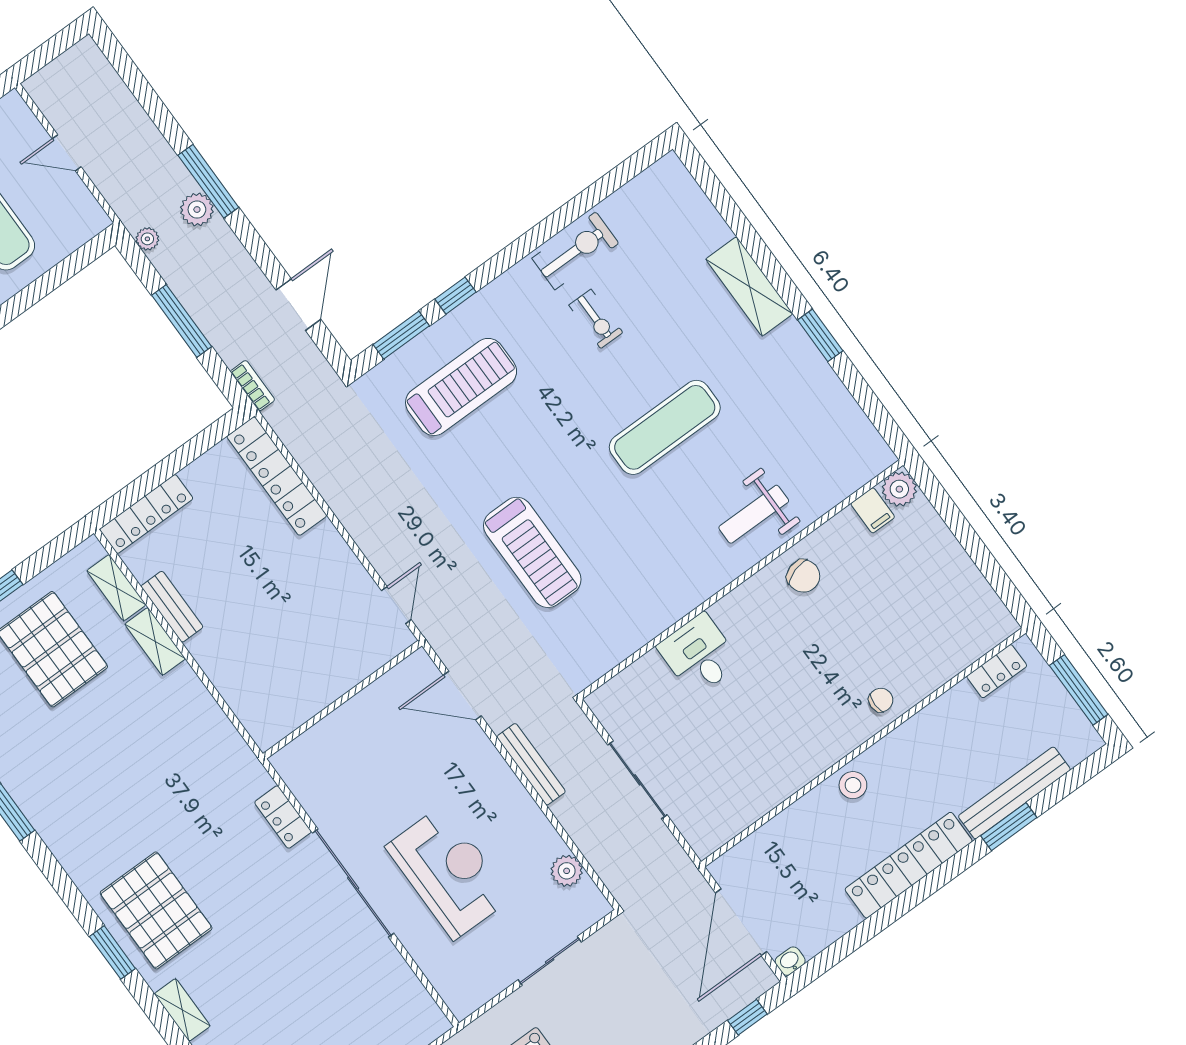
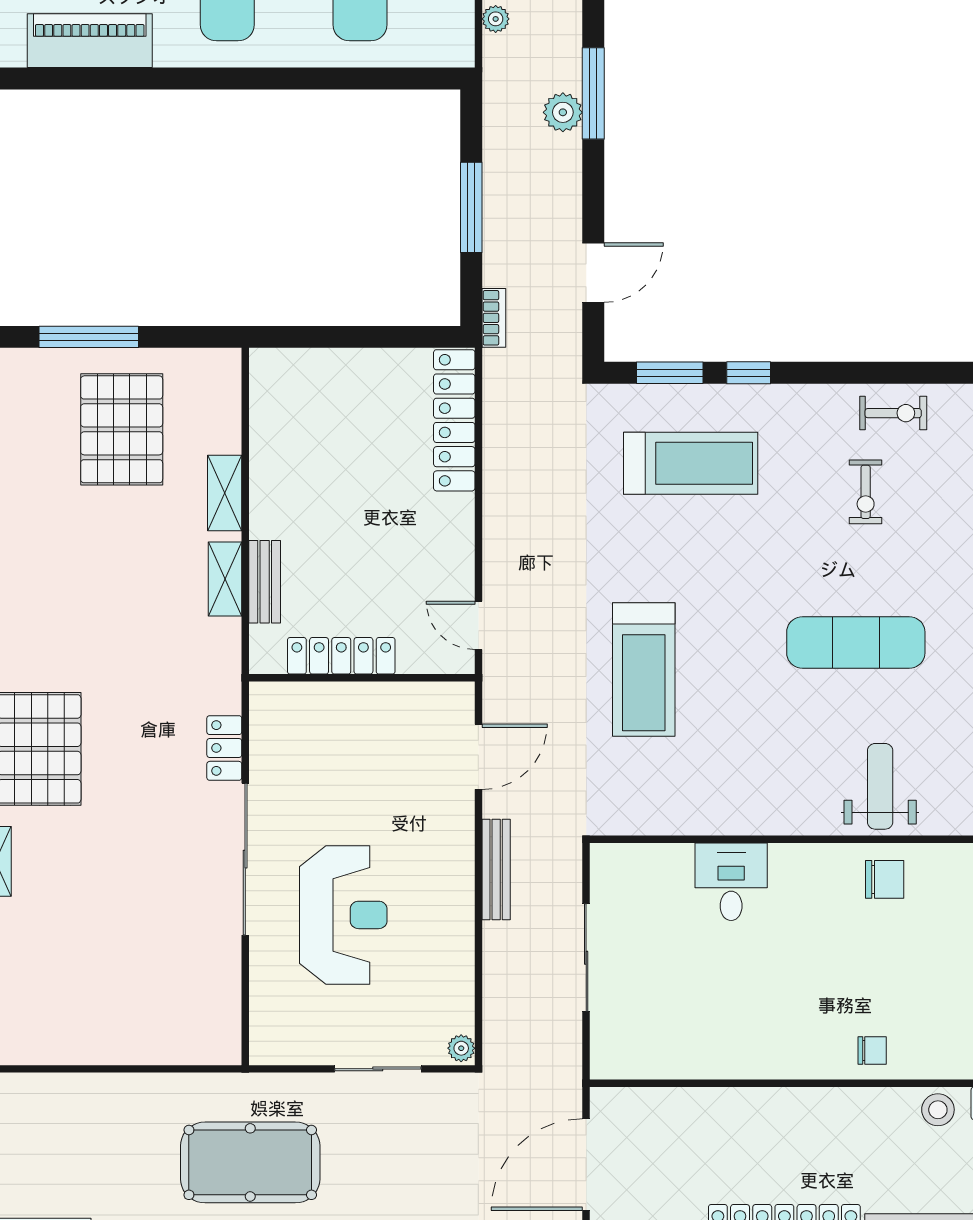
plant: (147, 239) -> (496, 19), moved
exercise bike: (575, 251) -> (893, 413), width x0.73, depth x0.72
locker: (146, 514) -> (341, 656), moved, turned 180
weight bench: (754, 514) -> (880, 786), turned 90
chair: (803, 576) -> (885, 879), turned -73
shelving: (116, 588) -> (225, 579), moved
door: (396, 605) -> (478, 625), swing flipped
bench: (172, 607) -> (265, 582), moved
door: (462, 696) -> (478, 757), swing flipped
stool: (853, 785) -> (938, 1110), moved
plant: (567, 871) -> (461, 1048), moved, width x0.73, depth x0.73

